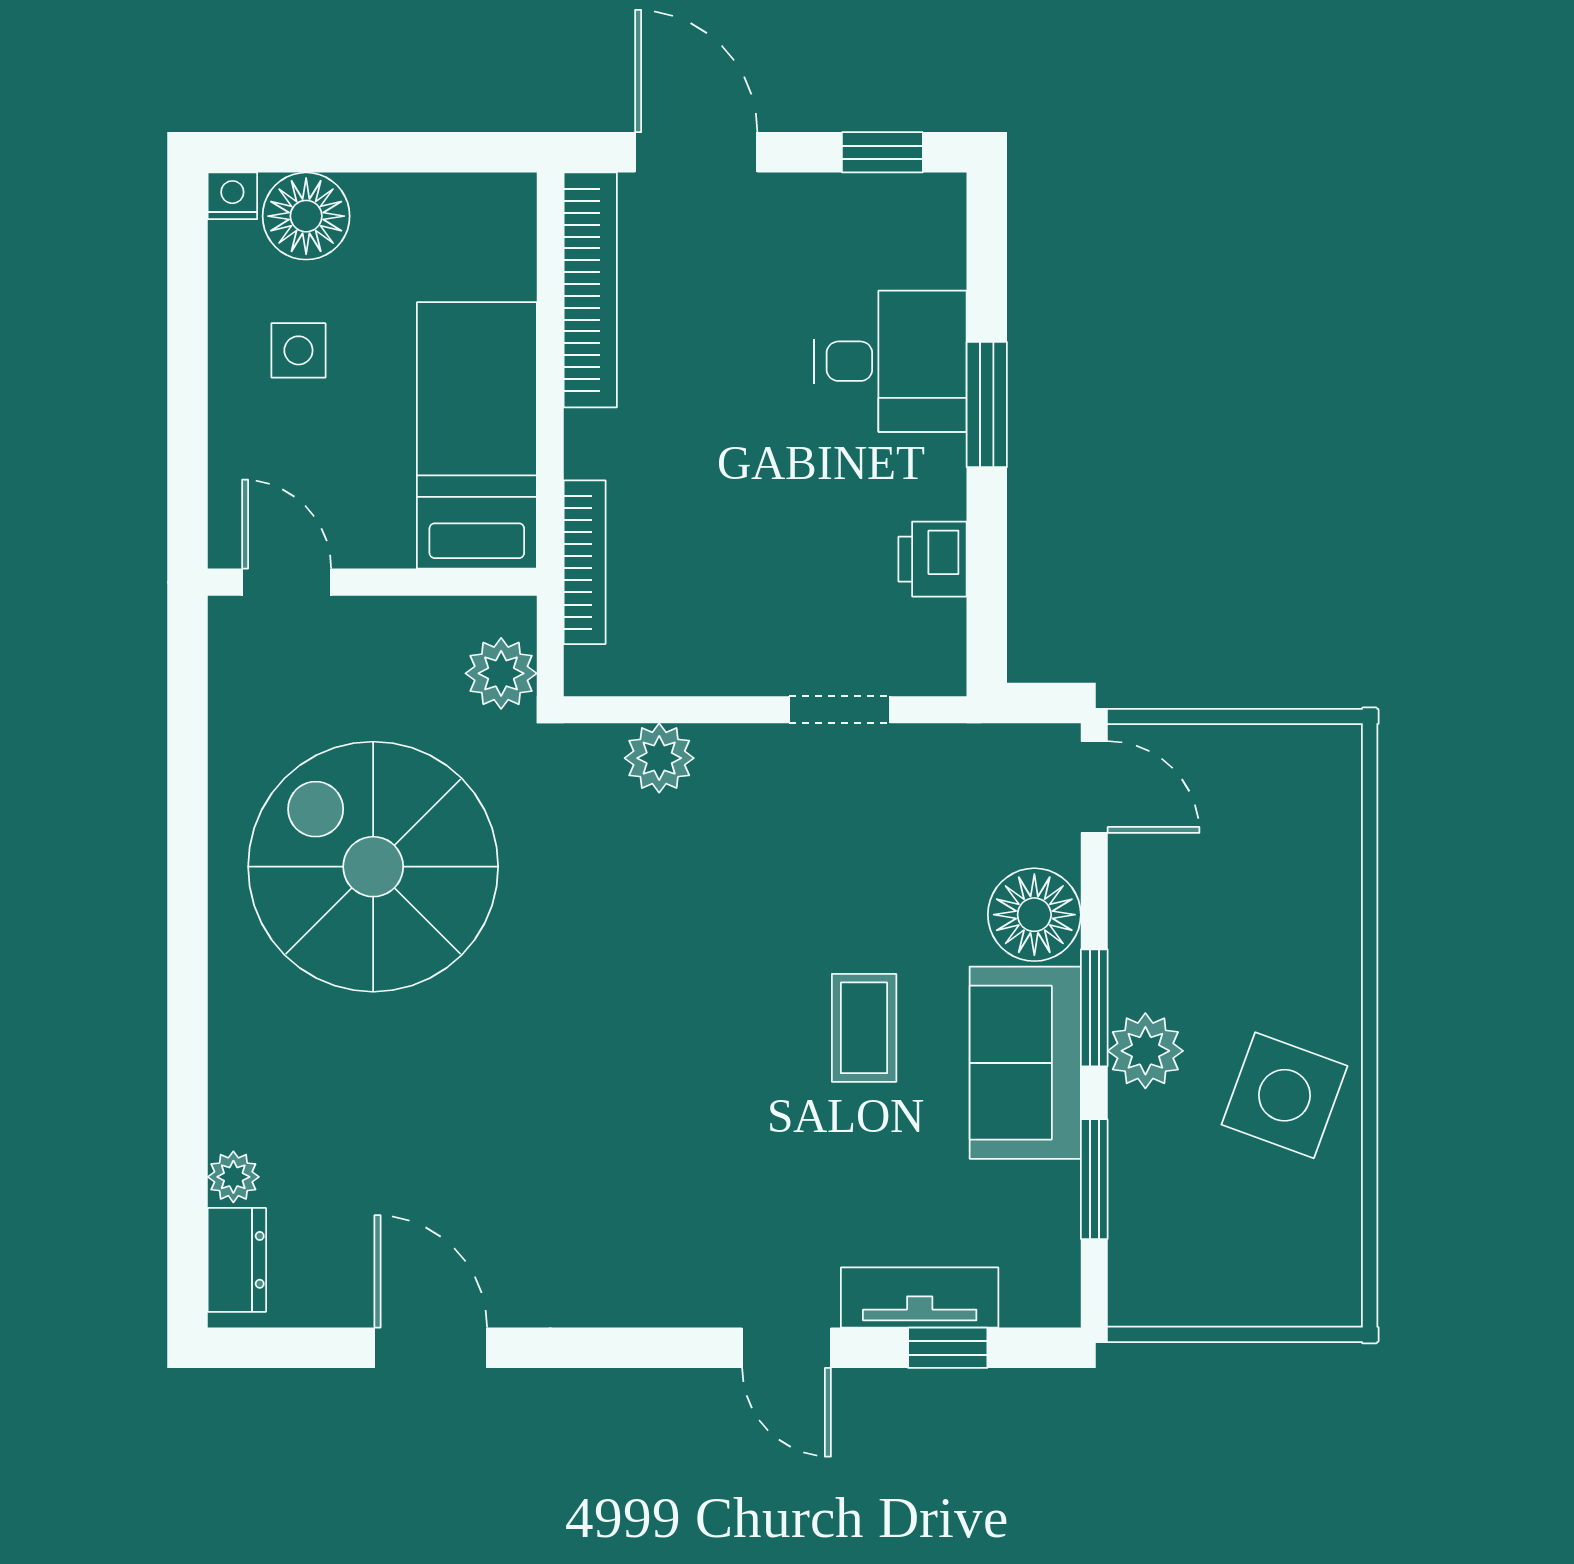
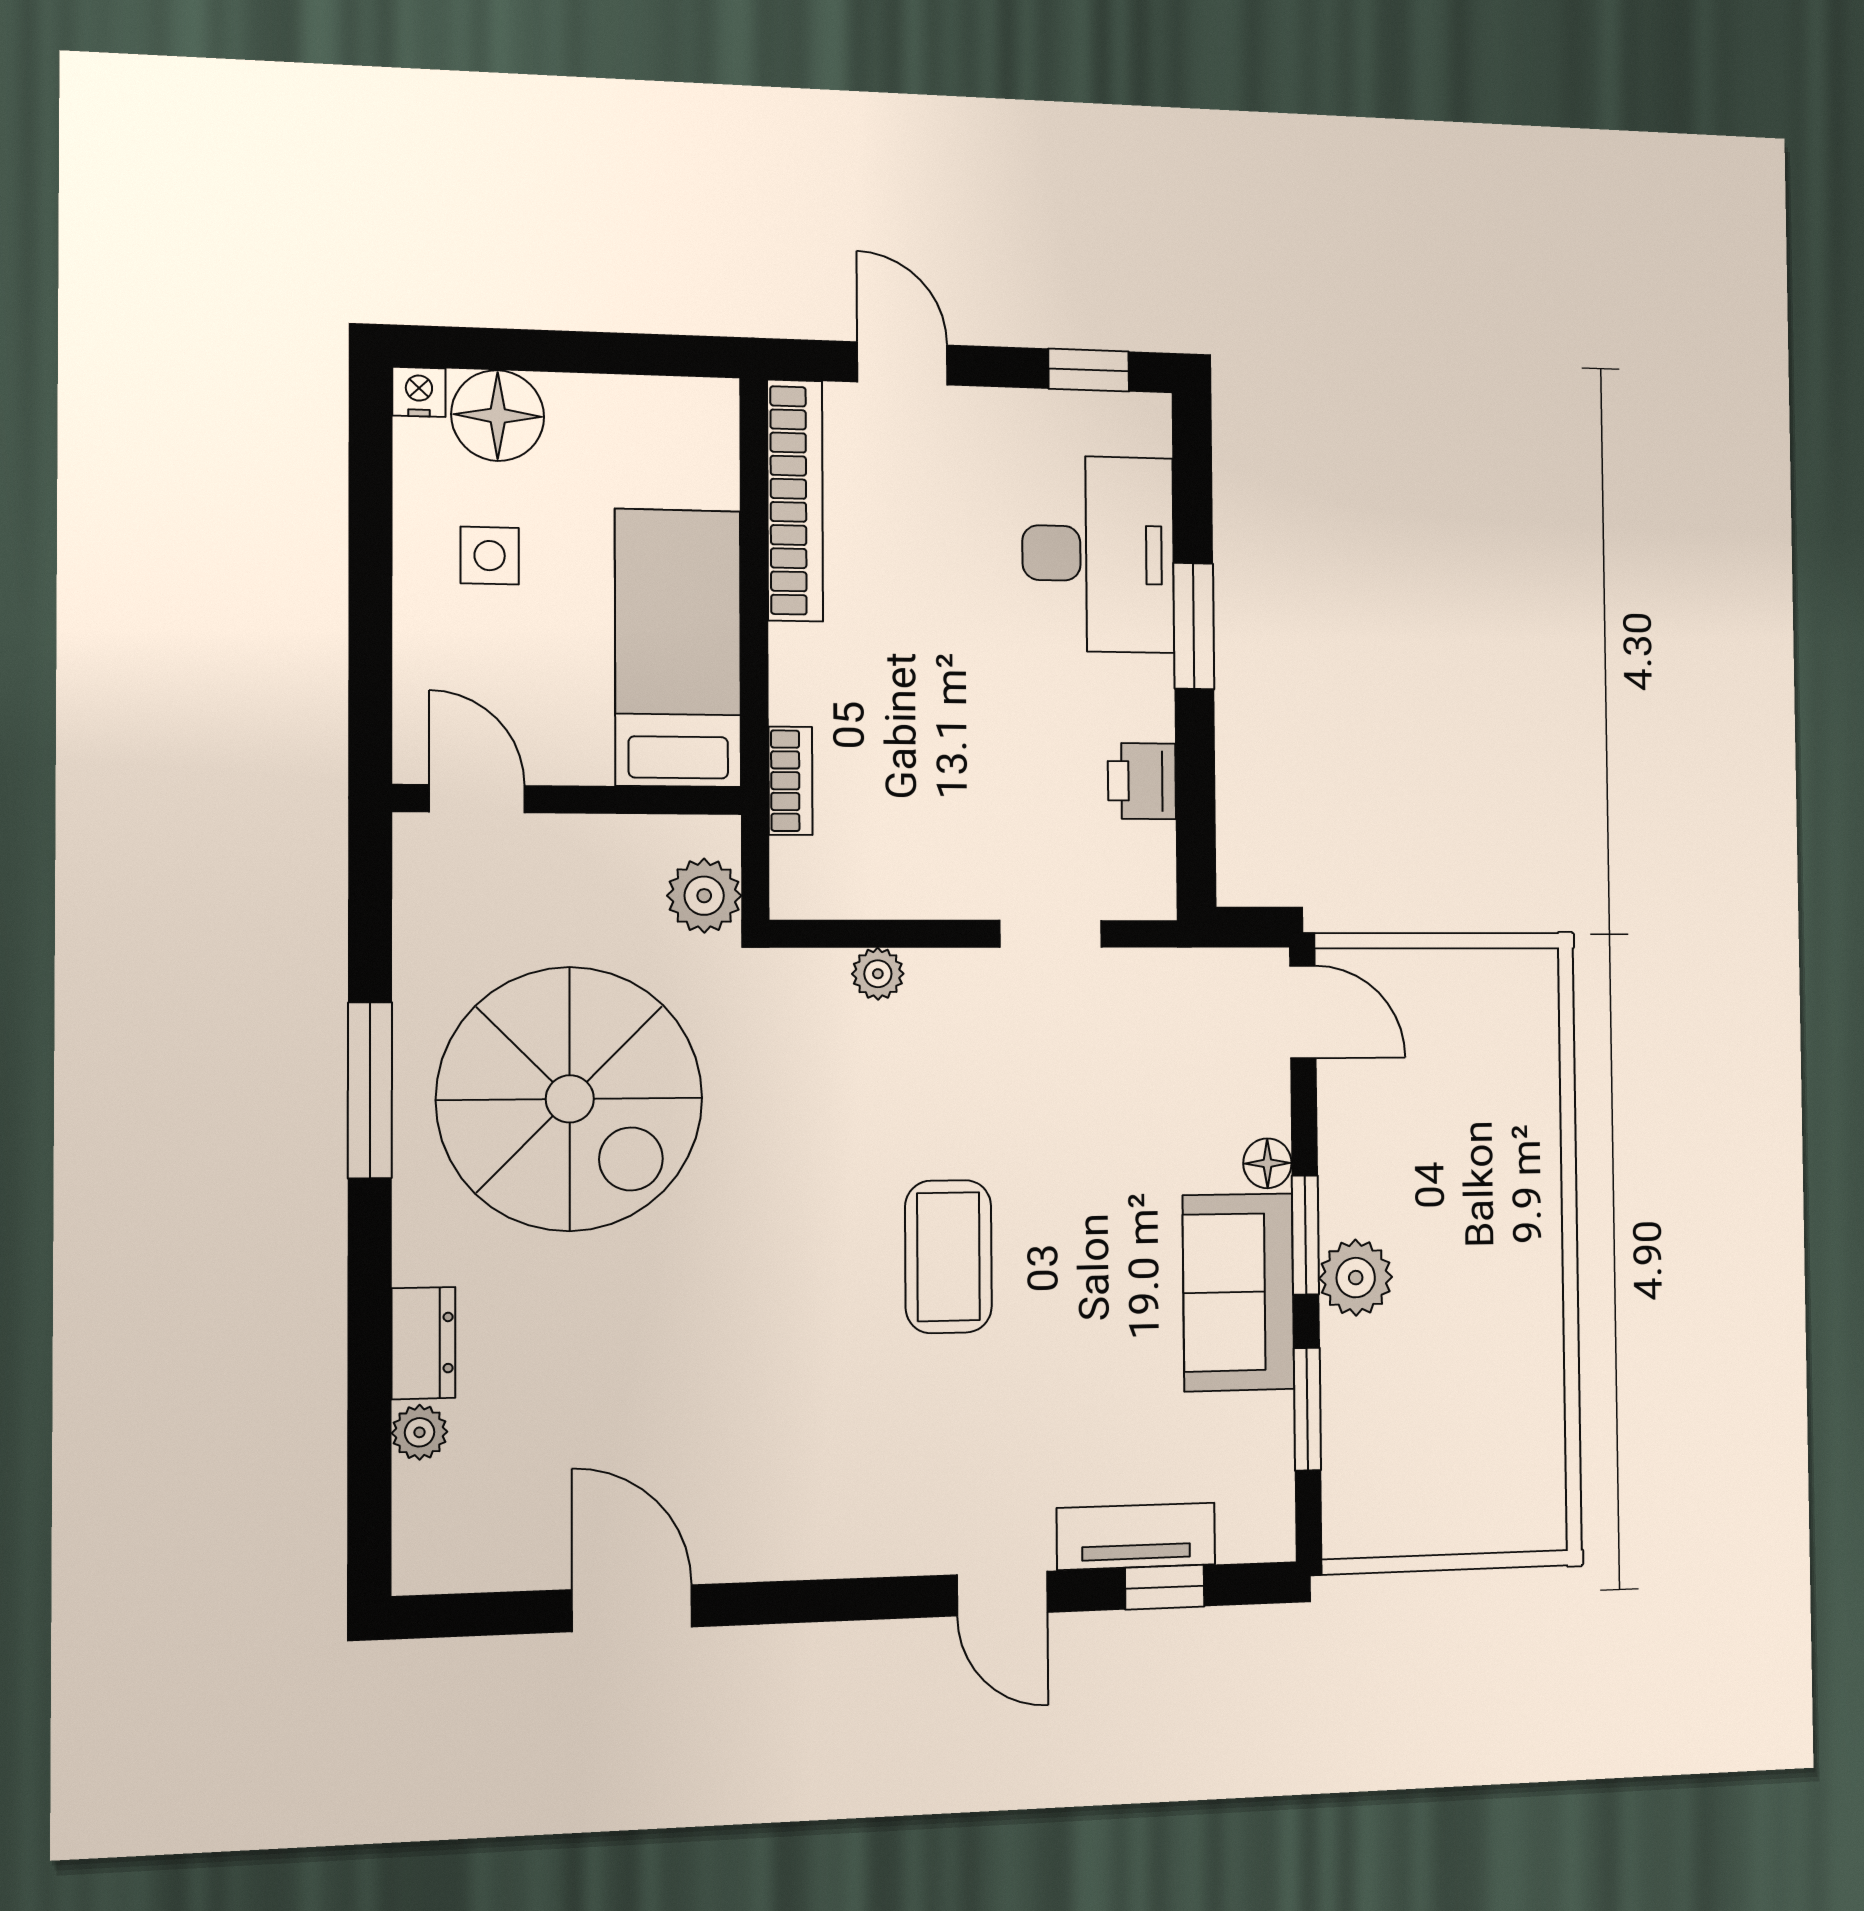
door: (696, 152) -> (902, 363), width x0.73
desk: (890, 361) -> (1098, 554), width x1.37
bookcase: (585, 562) -> (790, 781), width x0.64
plant: (659, 758) -> (878, 974), width x0.73, depth x0.73
window: (188, 857) -> (370, 1090), added
spiral stairs: (373, 867) -> (570, 1099), turned 180
floor lamp: (1034, 915) -> (1267, 1163), width x0.53, depth x0.53
coffee table: (864, 1028) -> (948, 1257), moved, width x1.36, depth x1.30
side table: (1284, 1095) -> (1490, 1320), removed
dresser: (237, 1260) -> (423, 1343), moved

